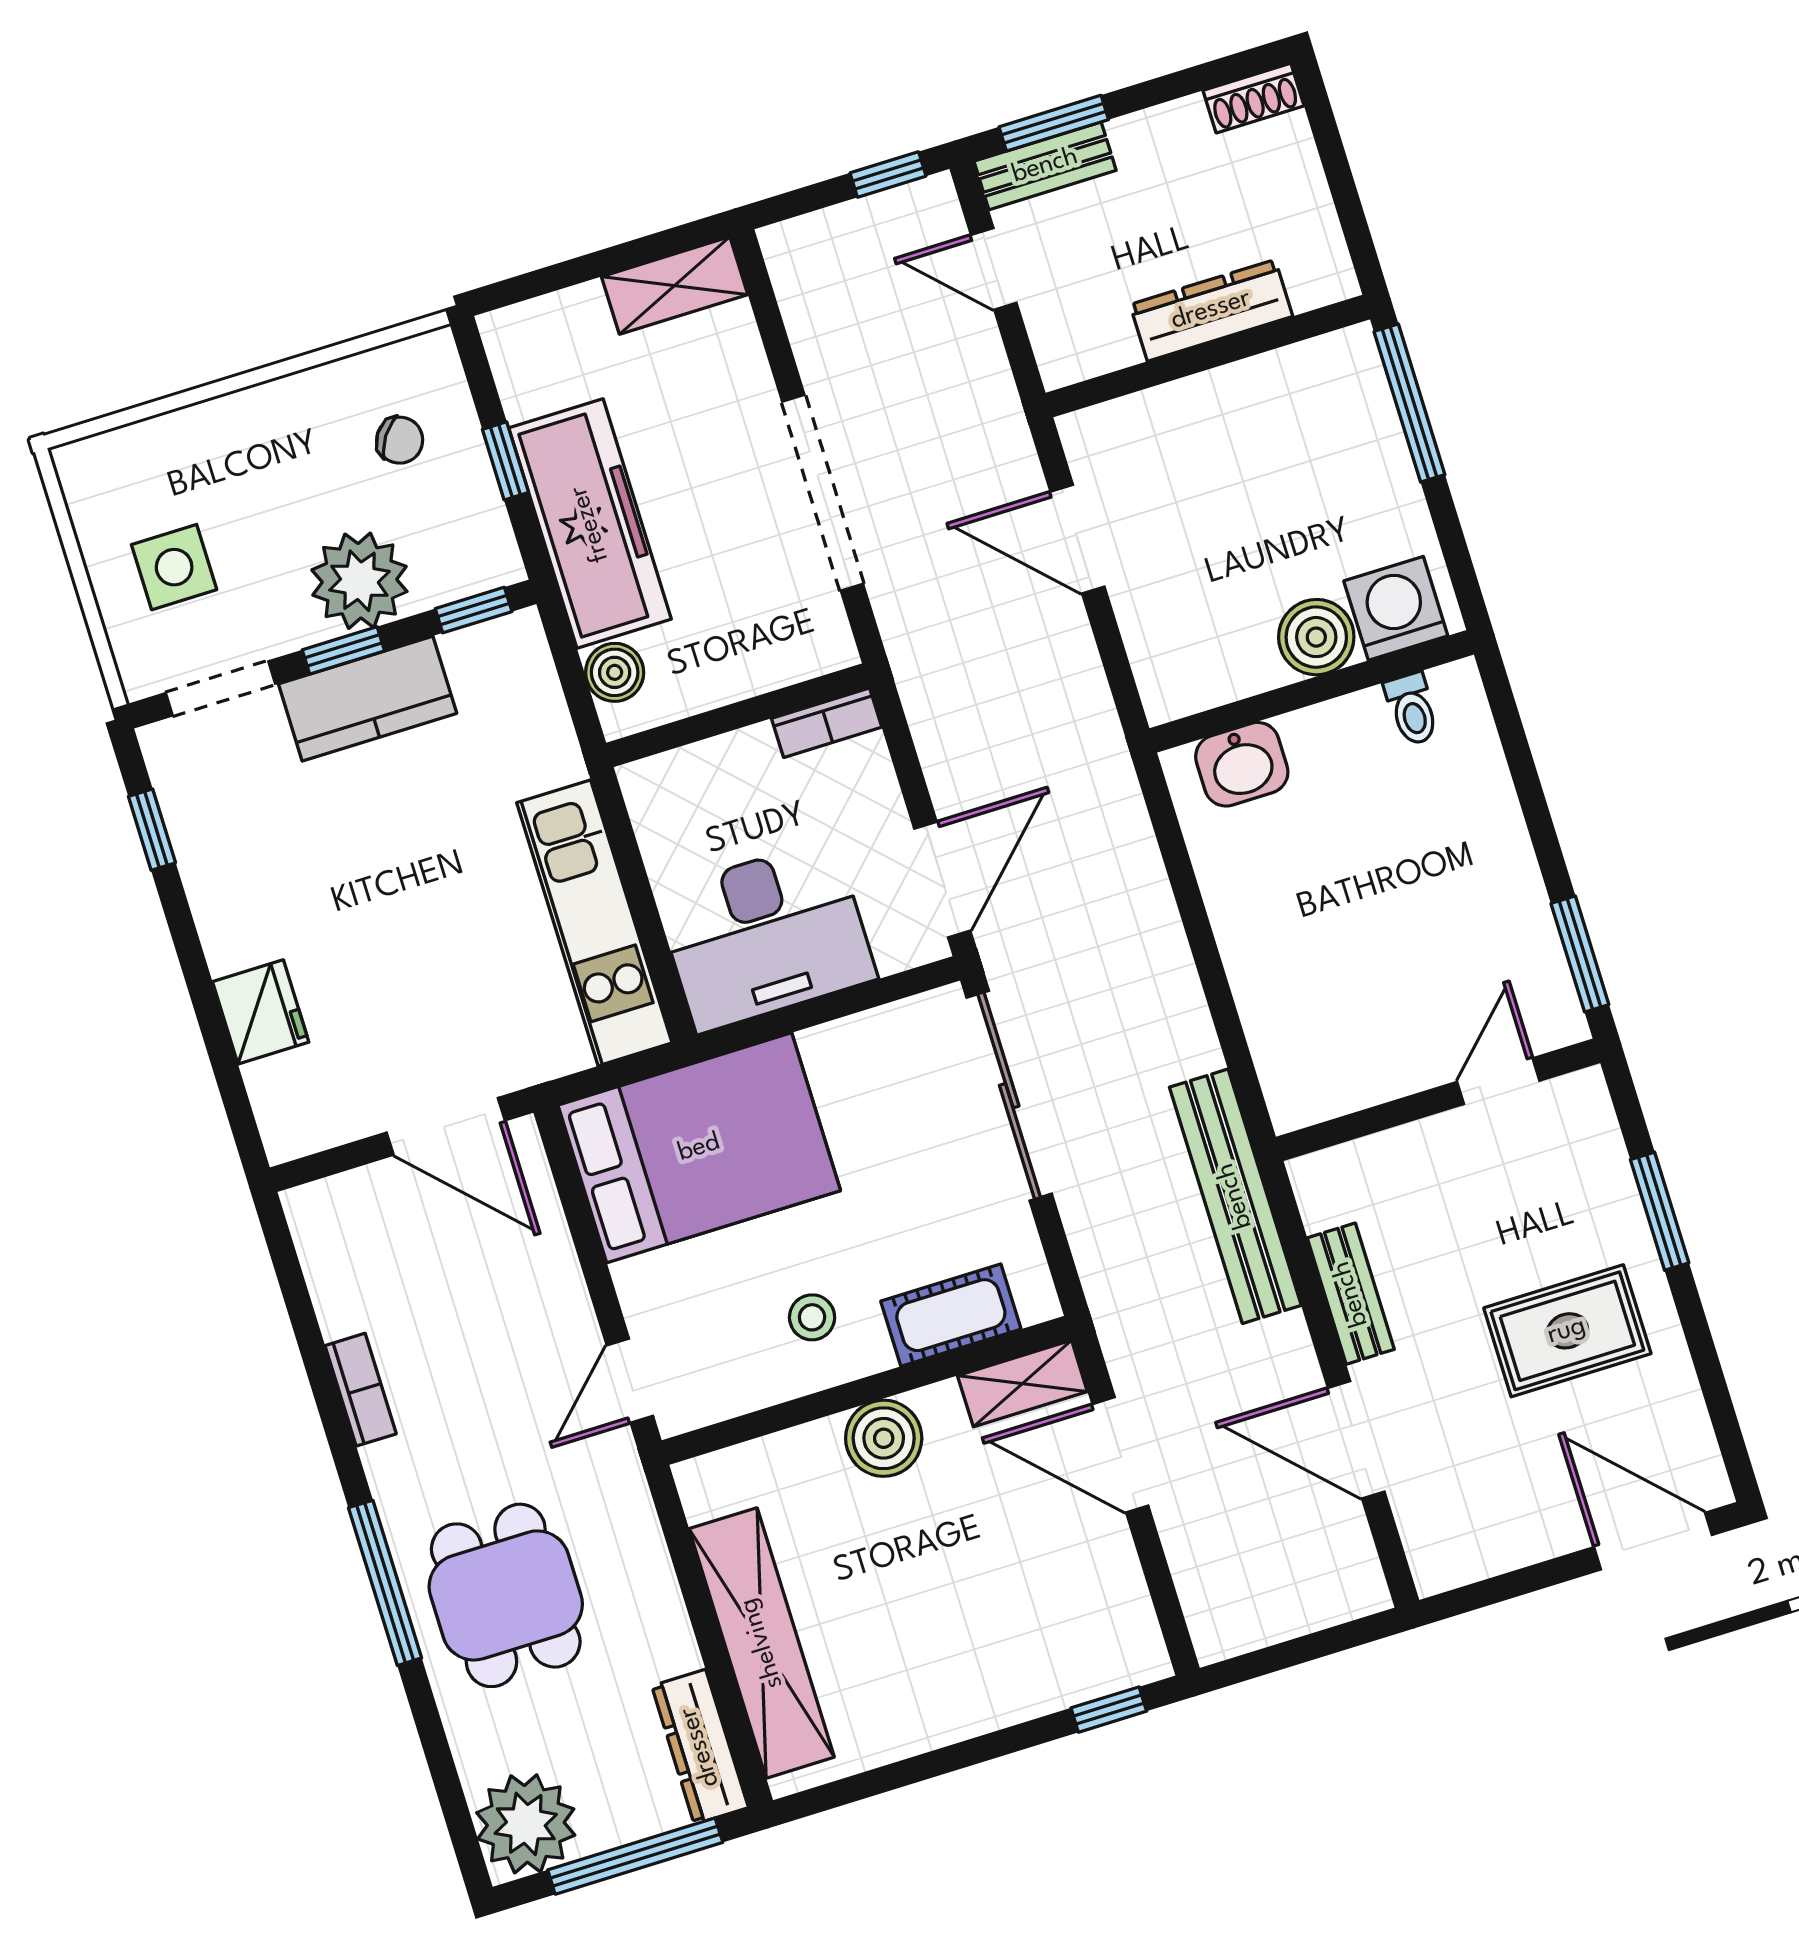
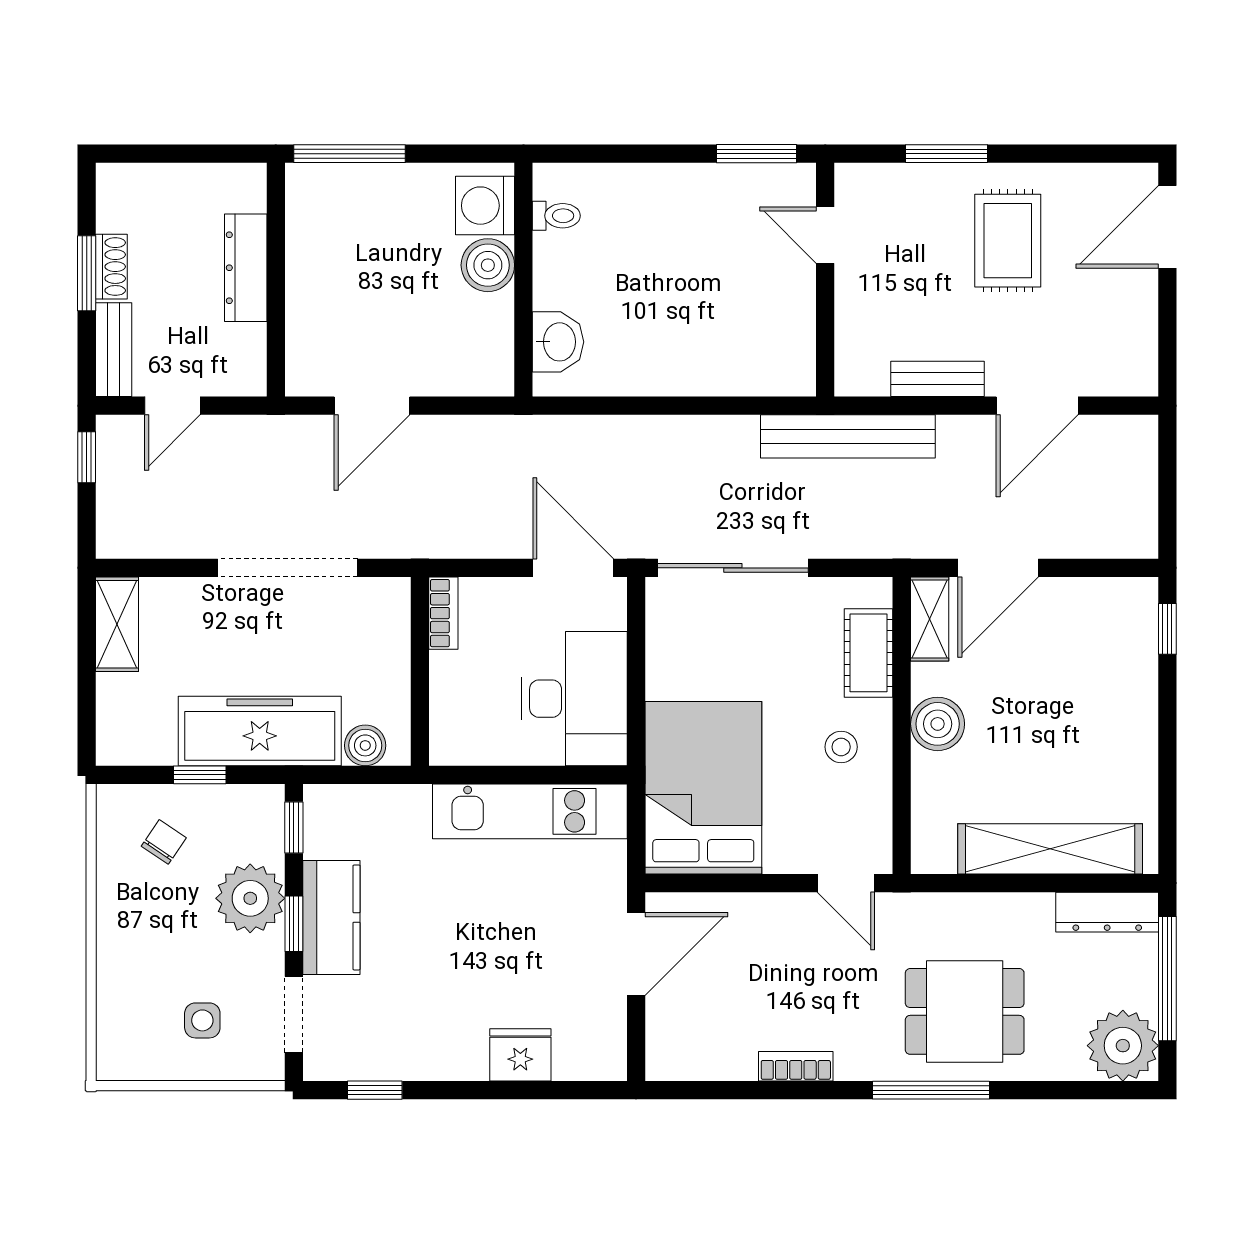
shoe rack: (1254, 98) -> (111, 267), moved
window: (1054, 123) -> (87, 273), moved
side table: (174, 567) -> (202, 1020), width x0.73, depth x0.73

